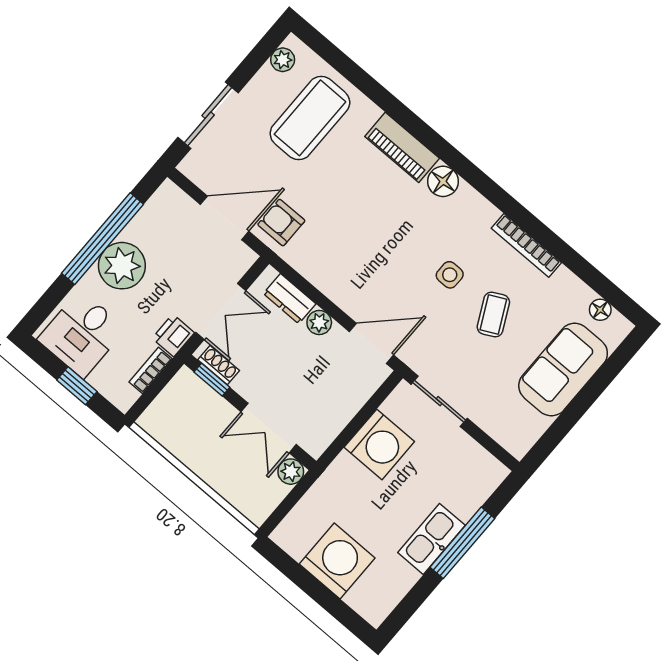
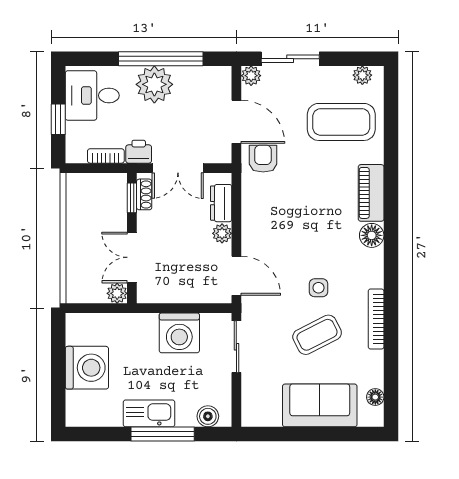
plant: (192, 166) -> (251, 76), added
coffee table: (493, 315) -> (317, 335), width x1.36, depth x1.30
boiler: (482, 485) -> (208, 416), added

